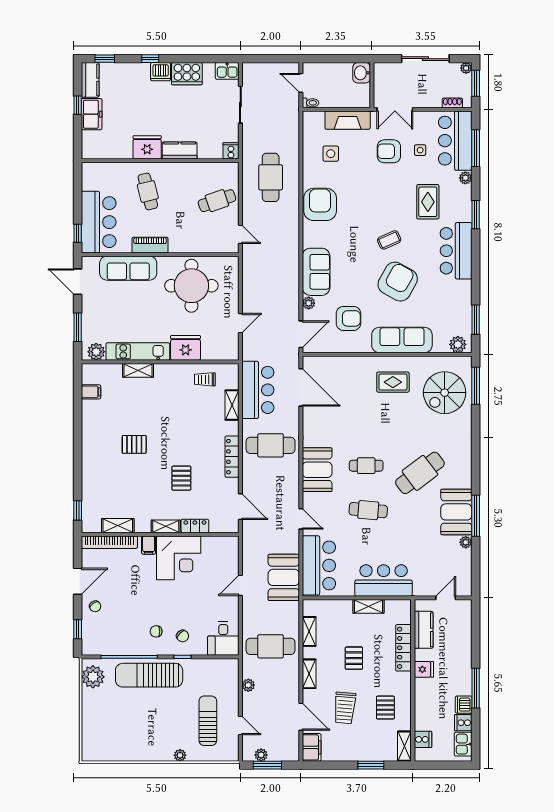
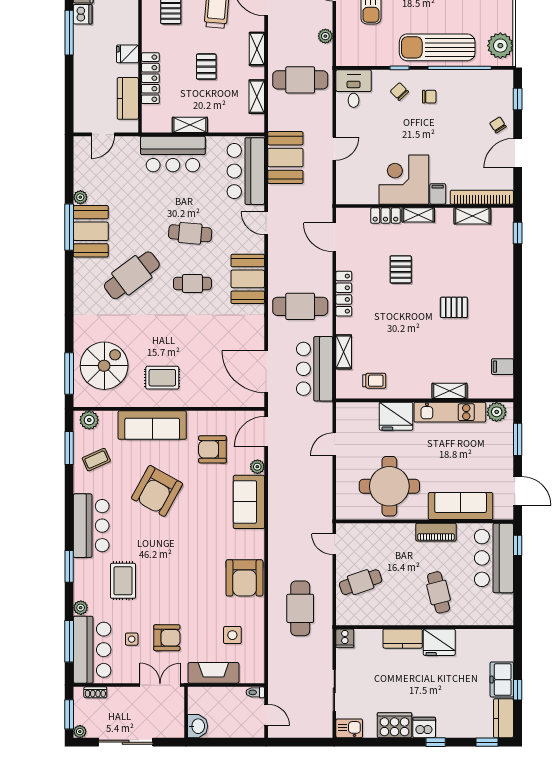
coffee table: (389, 240) -> (96, 460), moved
sun lounger: (149, 675) -> (437, 47), turned 180

